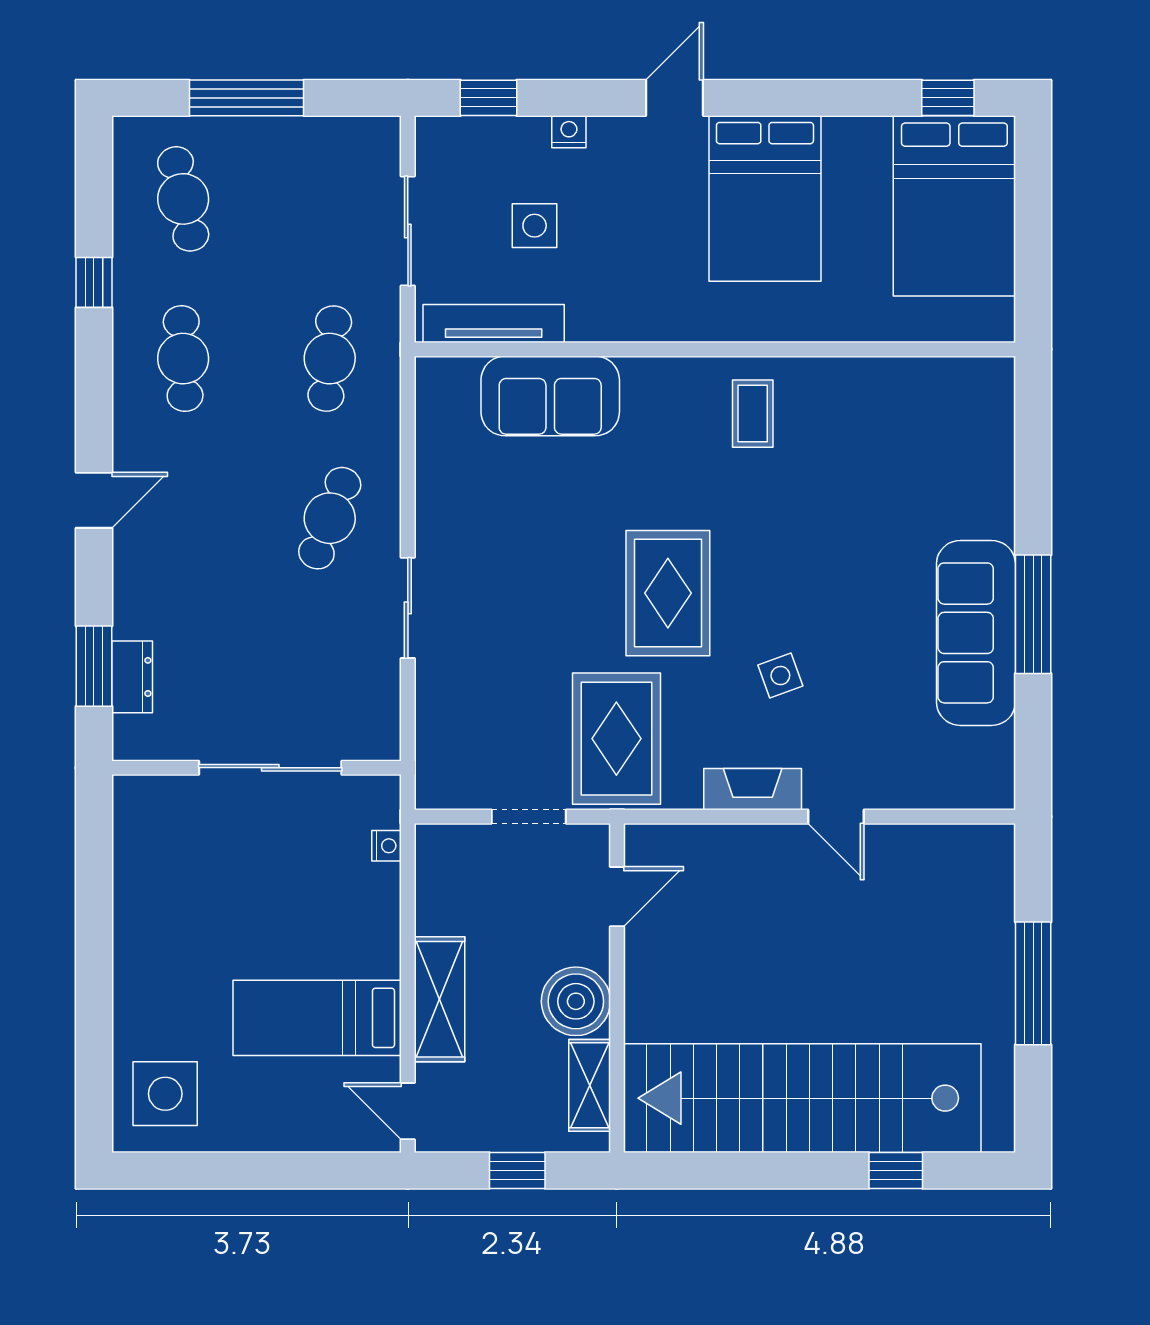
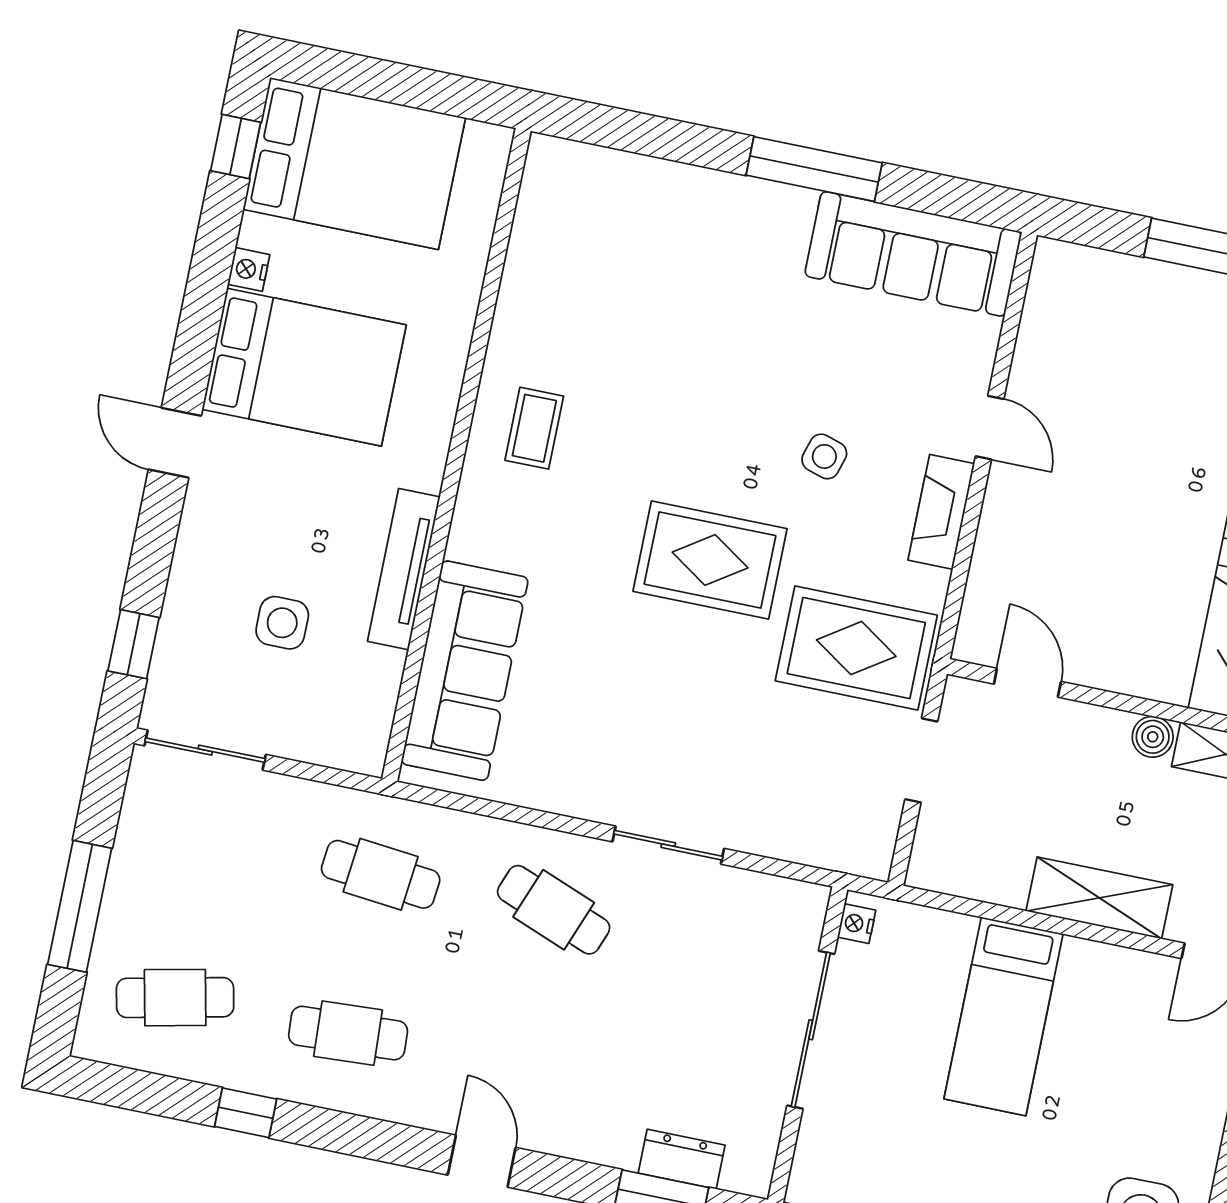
nightstand: (569, 132) -> (249, 269), moved
sliding door: (408, 231) -> (205, 750), moved
tv unit: (494, 324) -> (404, 569), moved
sofa: (550, 396) -> (465, 671), width x1.36
coffee table: (753, 414) -> (534, 428), turned 90
sofa: (976, 633) -> (913, 254), moved
side table: (780, 676) -> (824, 456), turned 37
door: (836, 817) -> (990, 428), hinge flipped
nightstand: (386, 846) -> (857, 924), moved, turned -90
boiler: (576, 1001) -> (1153, 737), width x0.54, depth x0.54
bed: (317, 1018) -> (1004, 1016), moved

